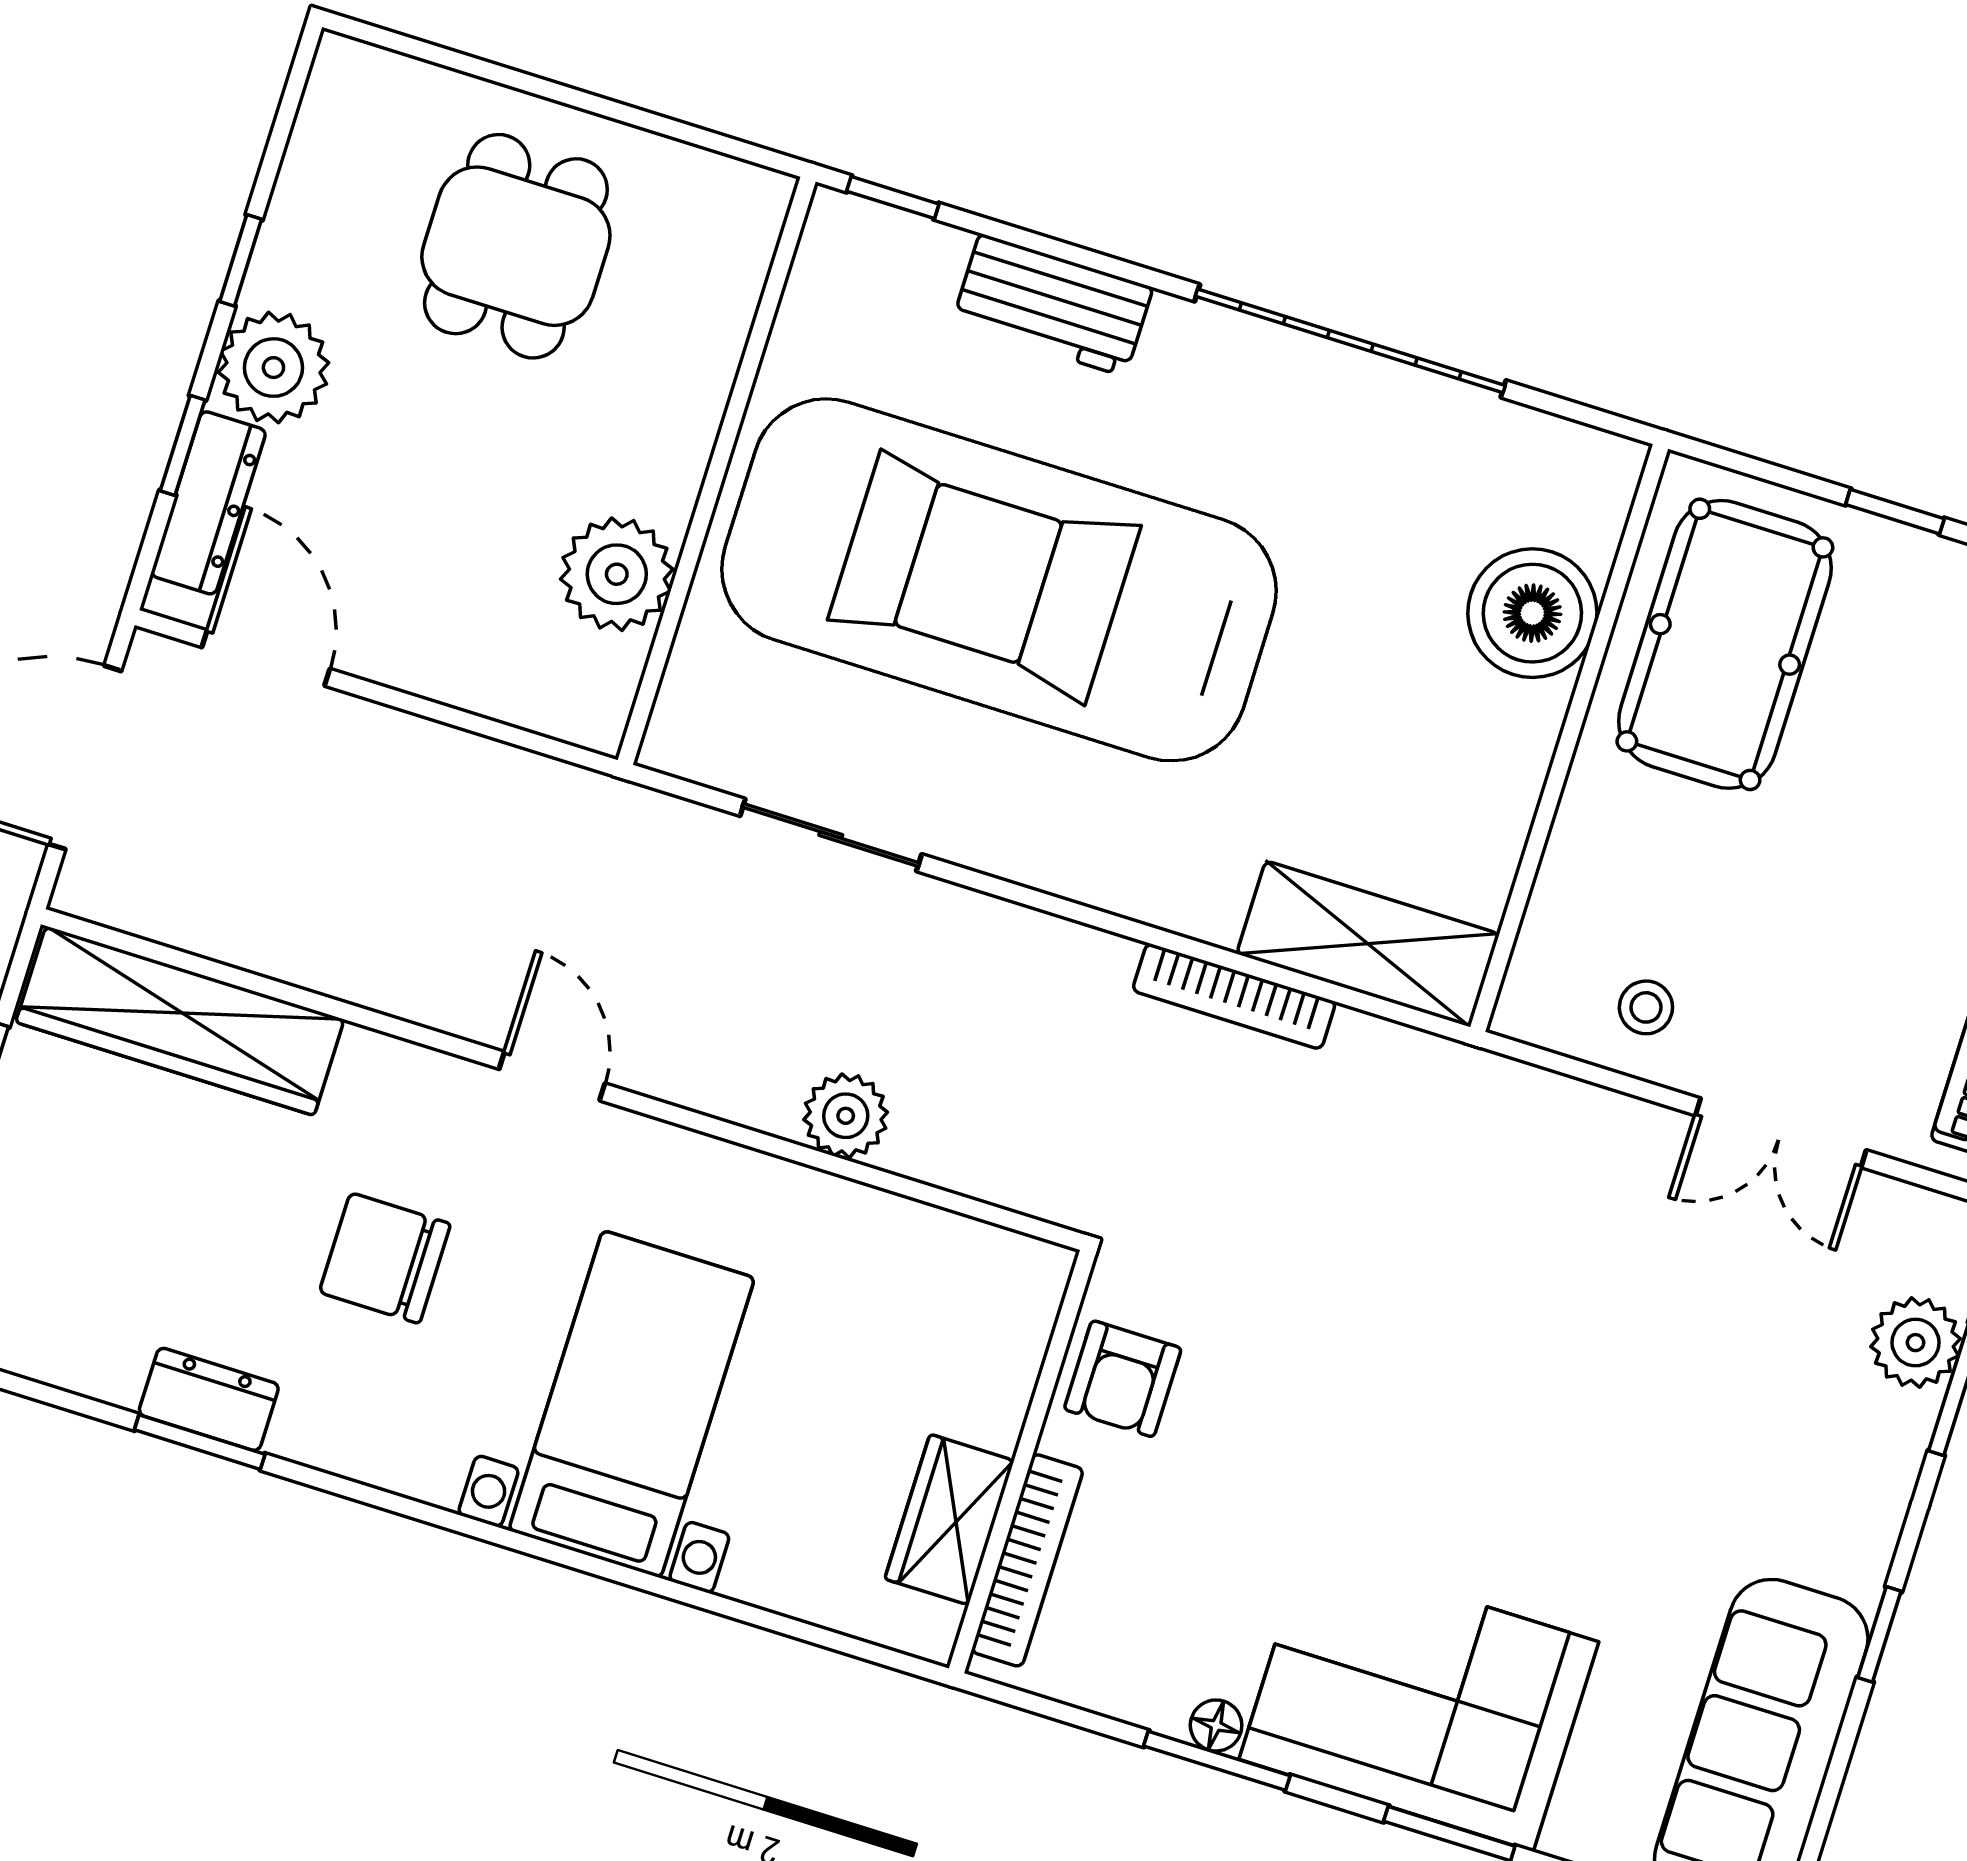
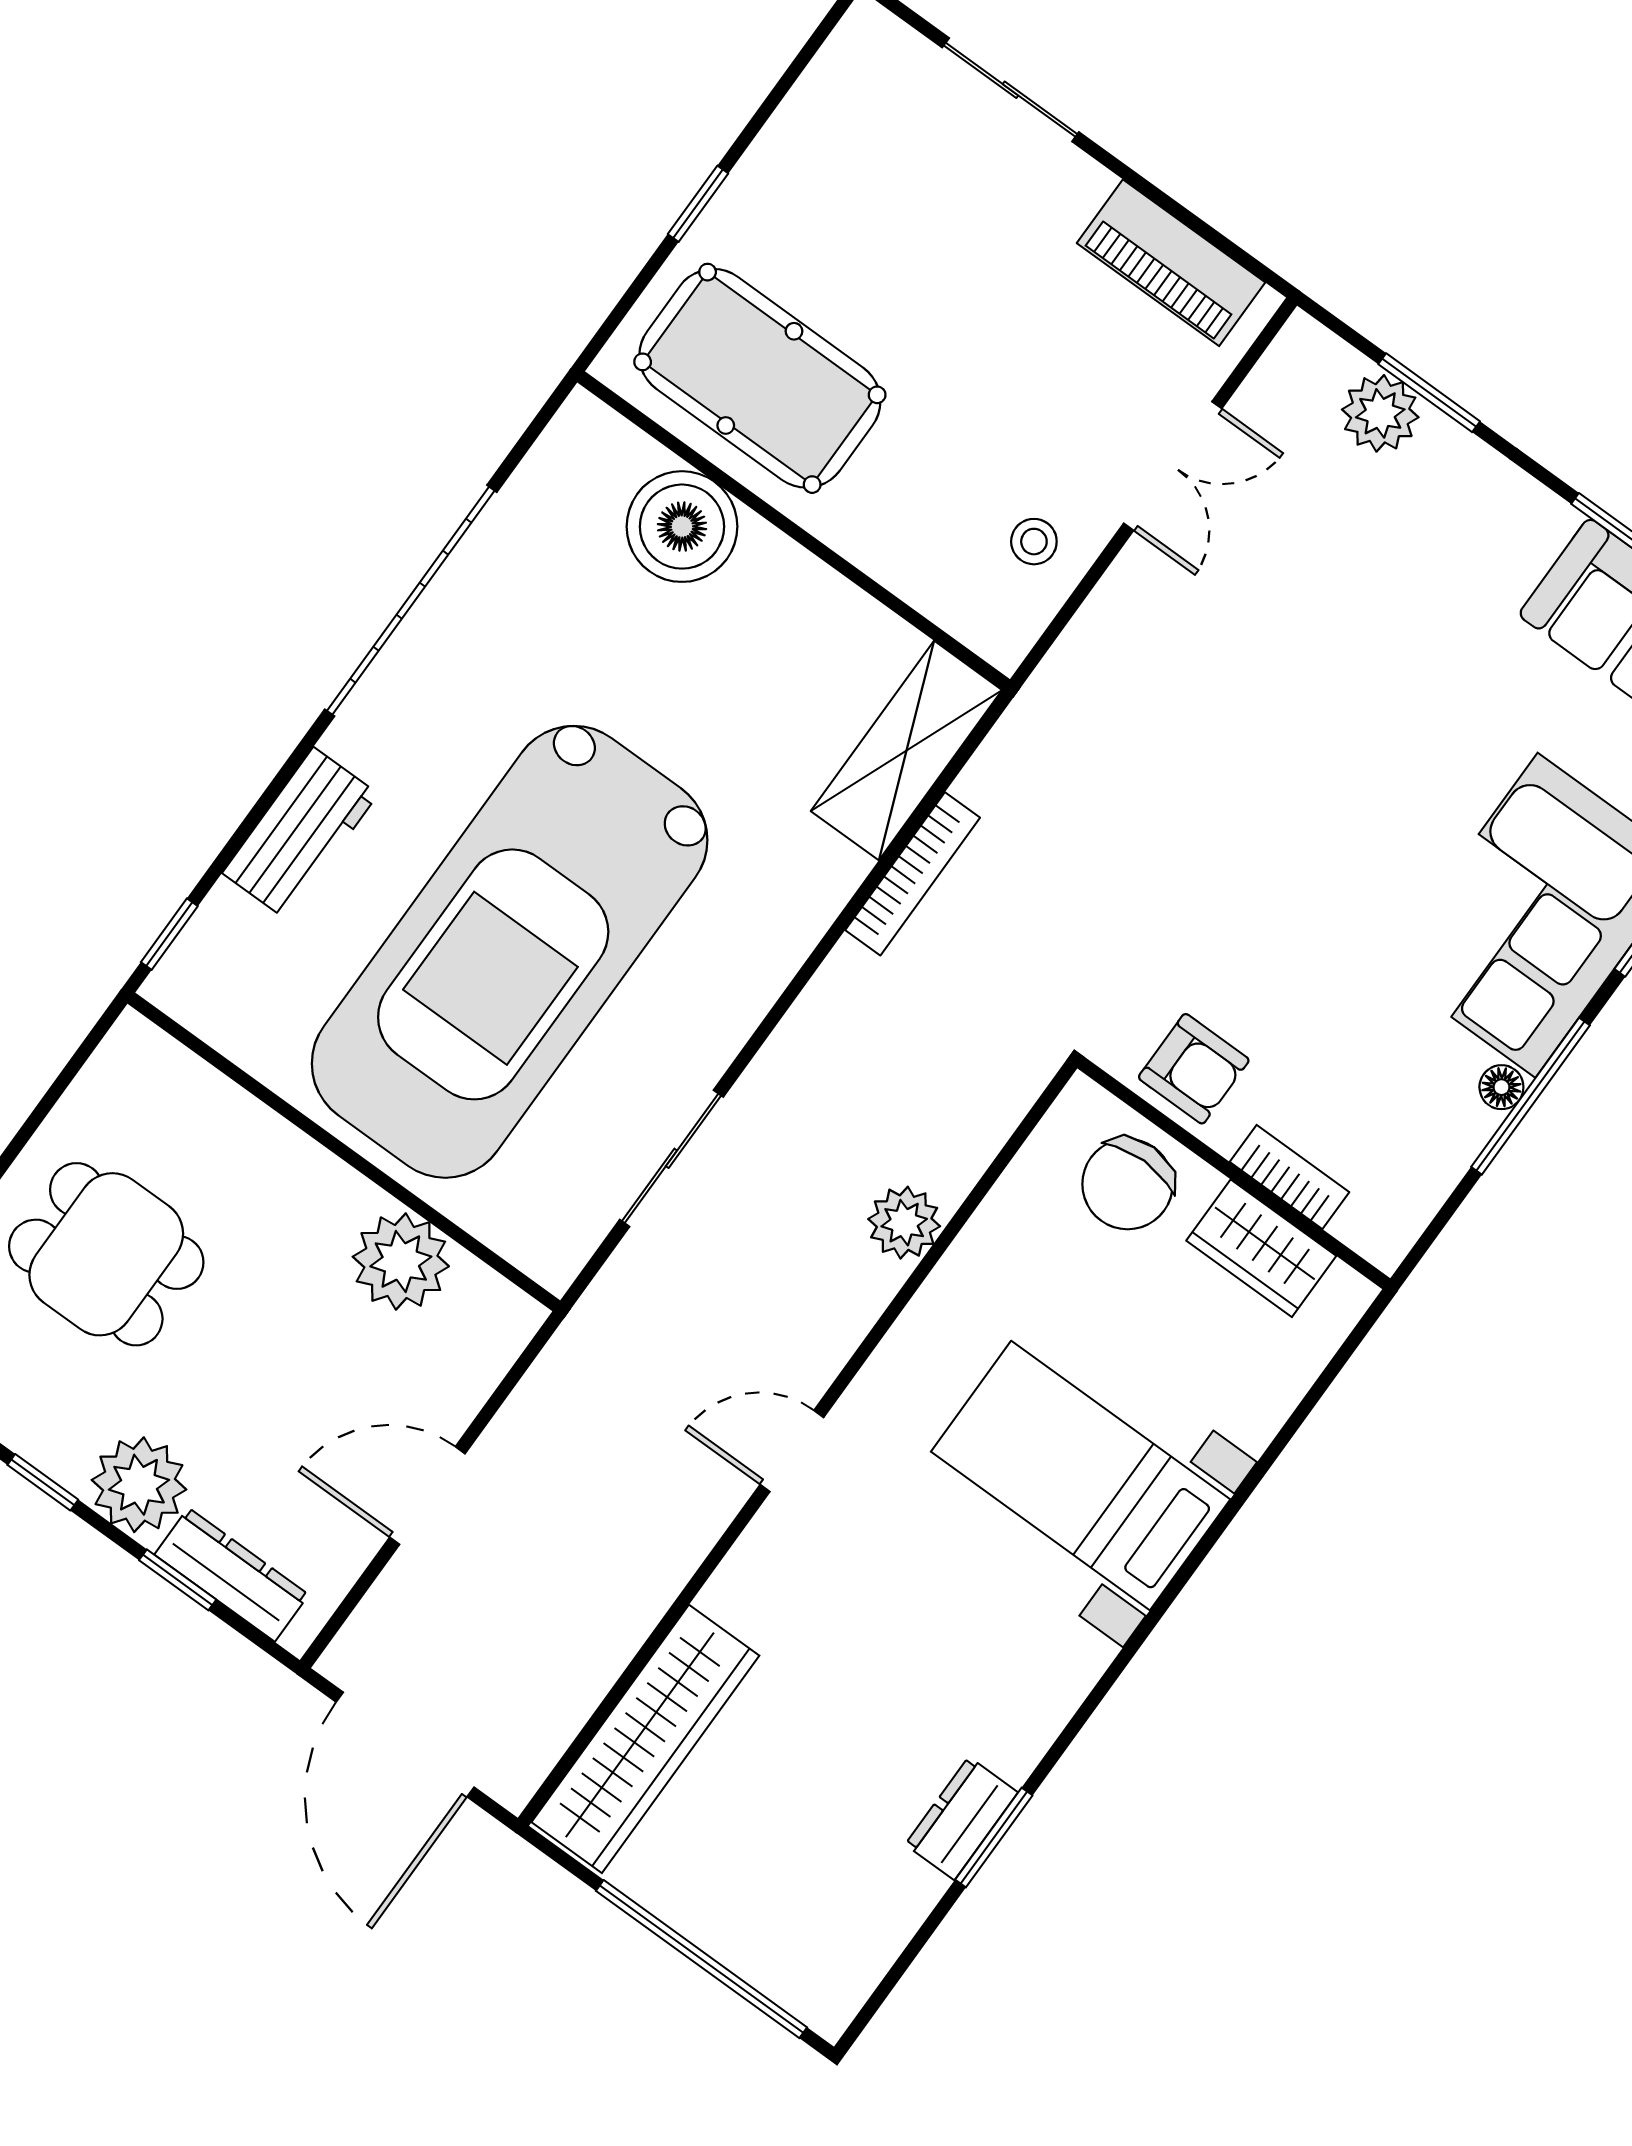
door: (266, 658) -> (427, 1495), moved
chair: (385, 1258) -> (1128, 1184), moved
bookcase: (1027, 1560) -> (1289, 1177), width x0.64
window: (1217, 1761) -> (1530, 1096), width x1.44

